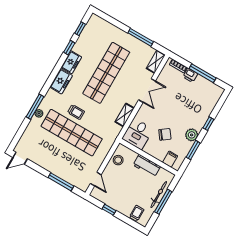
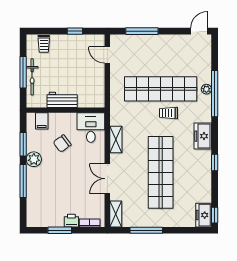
window: (80, 29) -> (215, 215), moved
window: (69, 48) -> (215, 163), moved
freezer: (71, 62) -> (204, 215), moved
window: (203, 73) -> (60, 230), width x0.69
window: (35, 107) -> (215, 94), width x1.46
window: (208, 124) -> (23, 181), width x2.17
stool: (118, 160) -> (95, 88), removed

